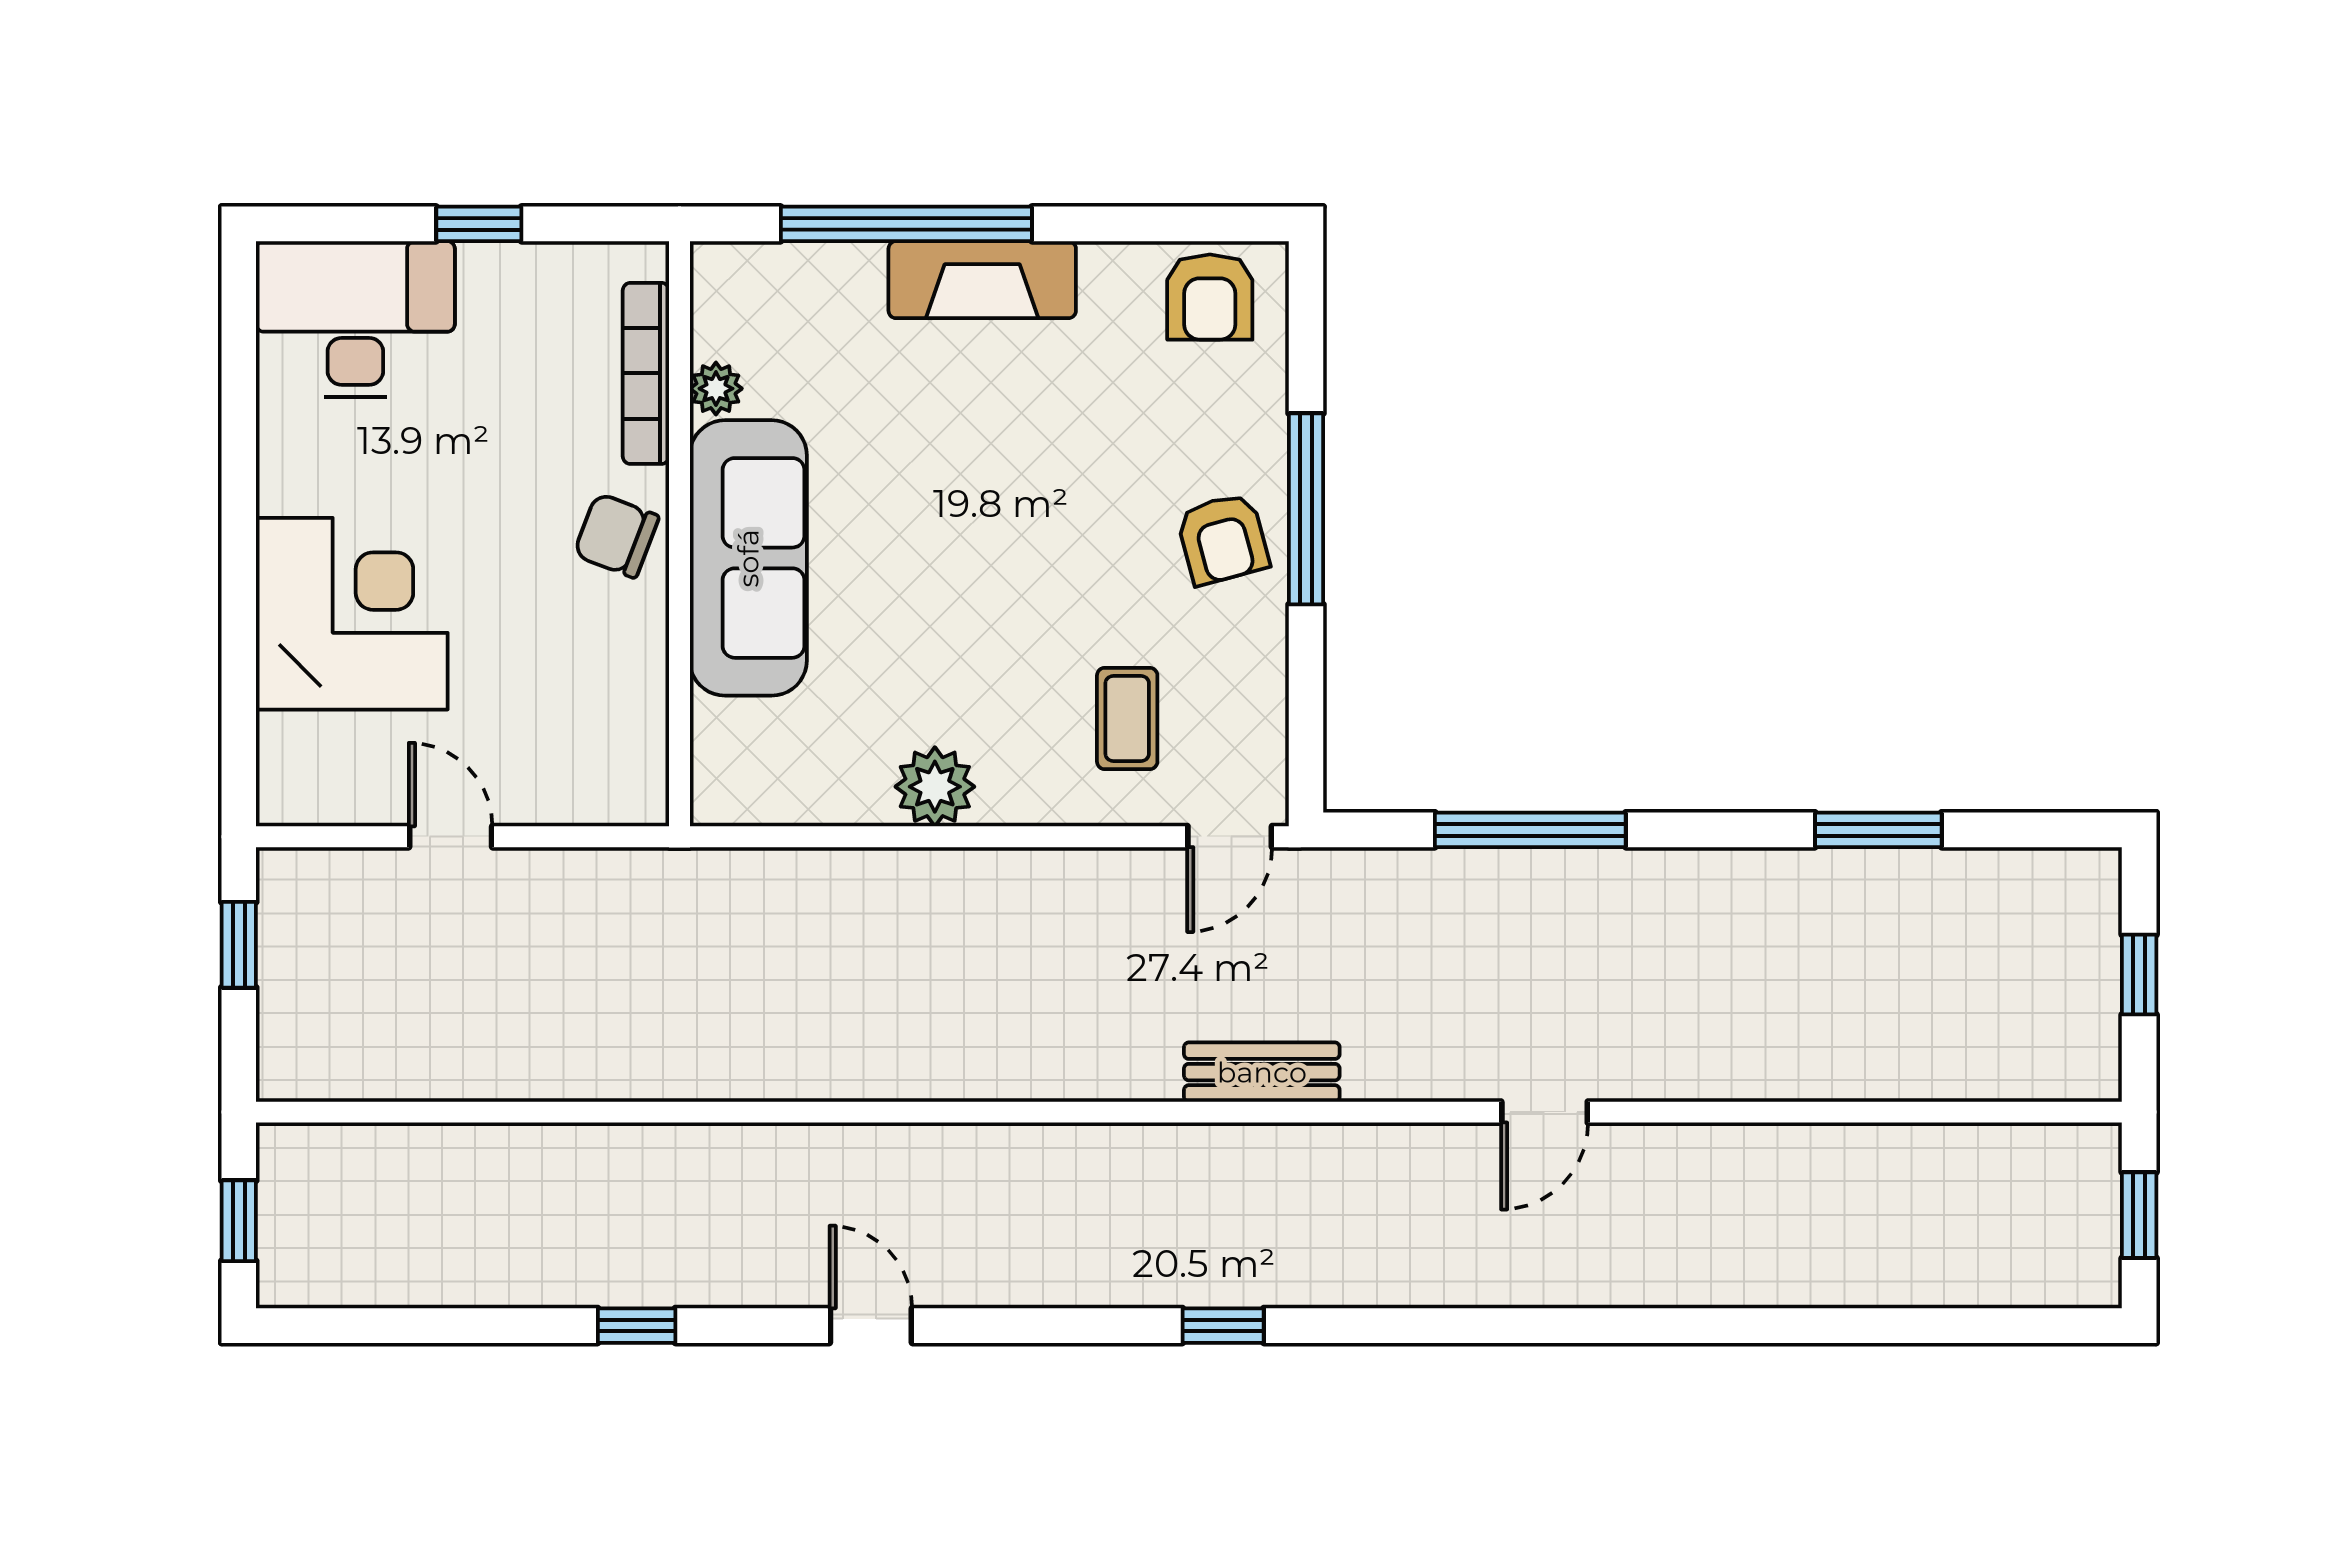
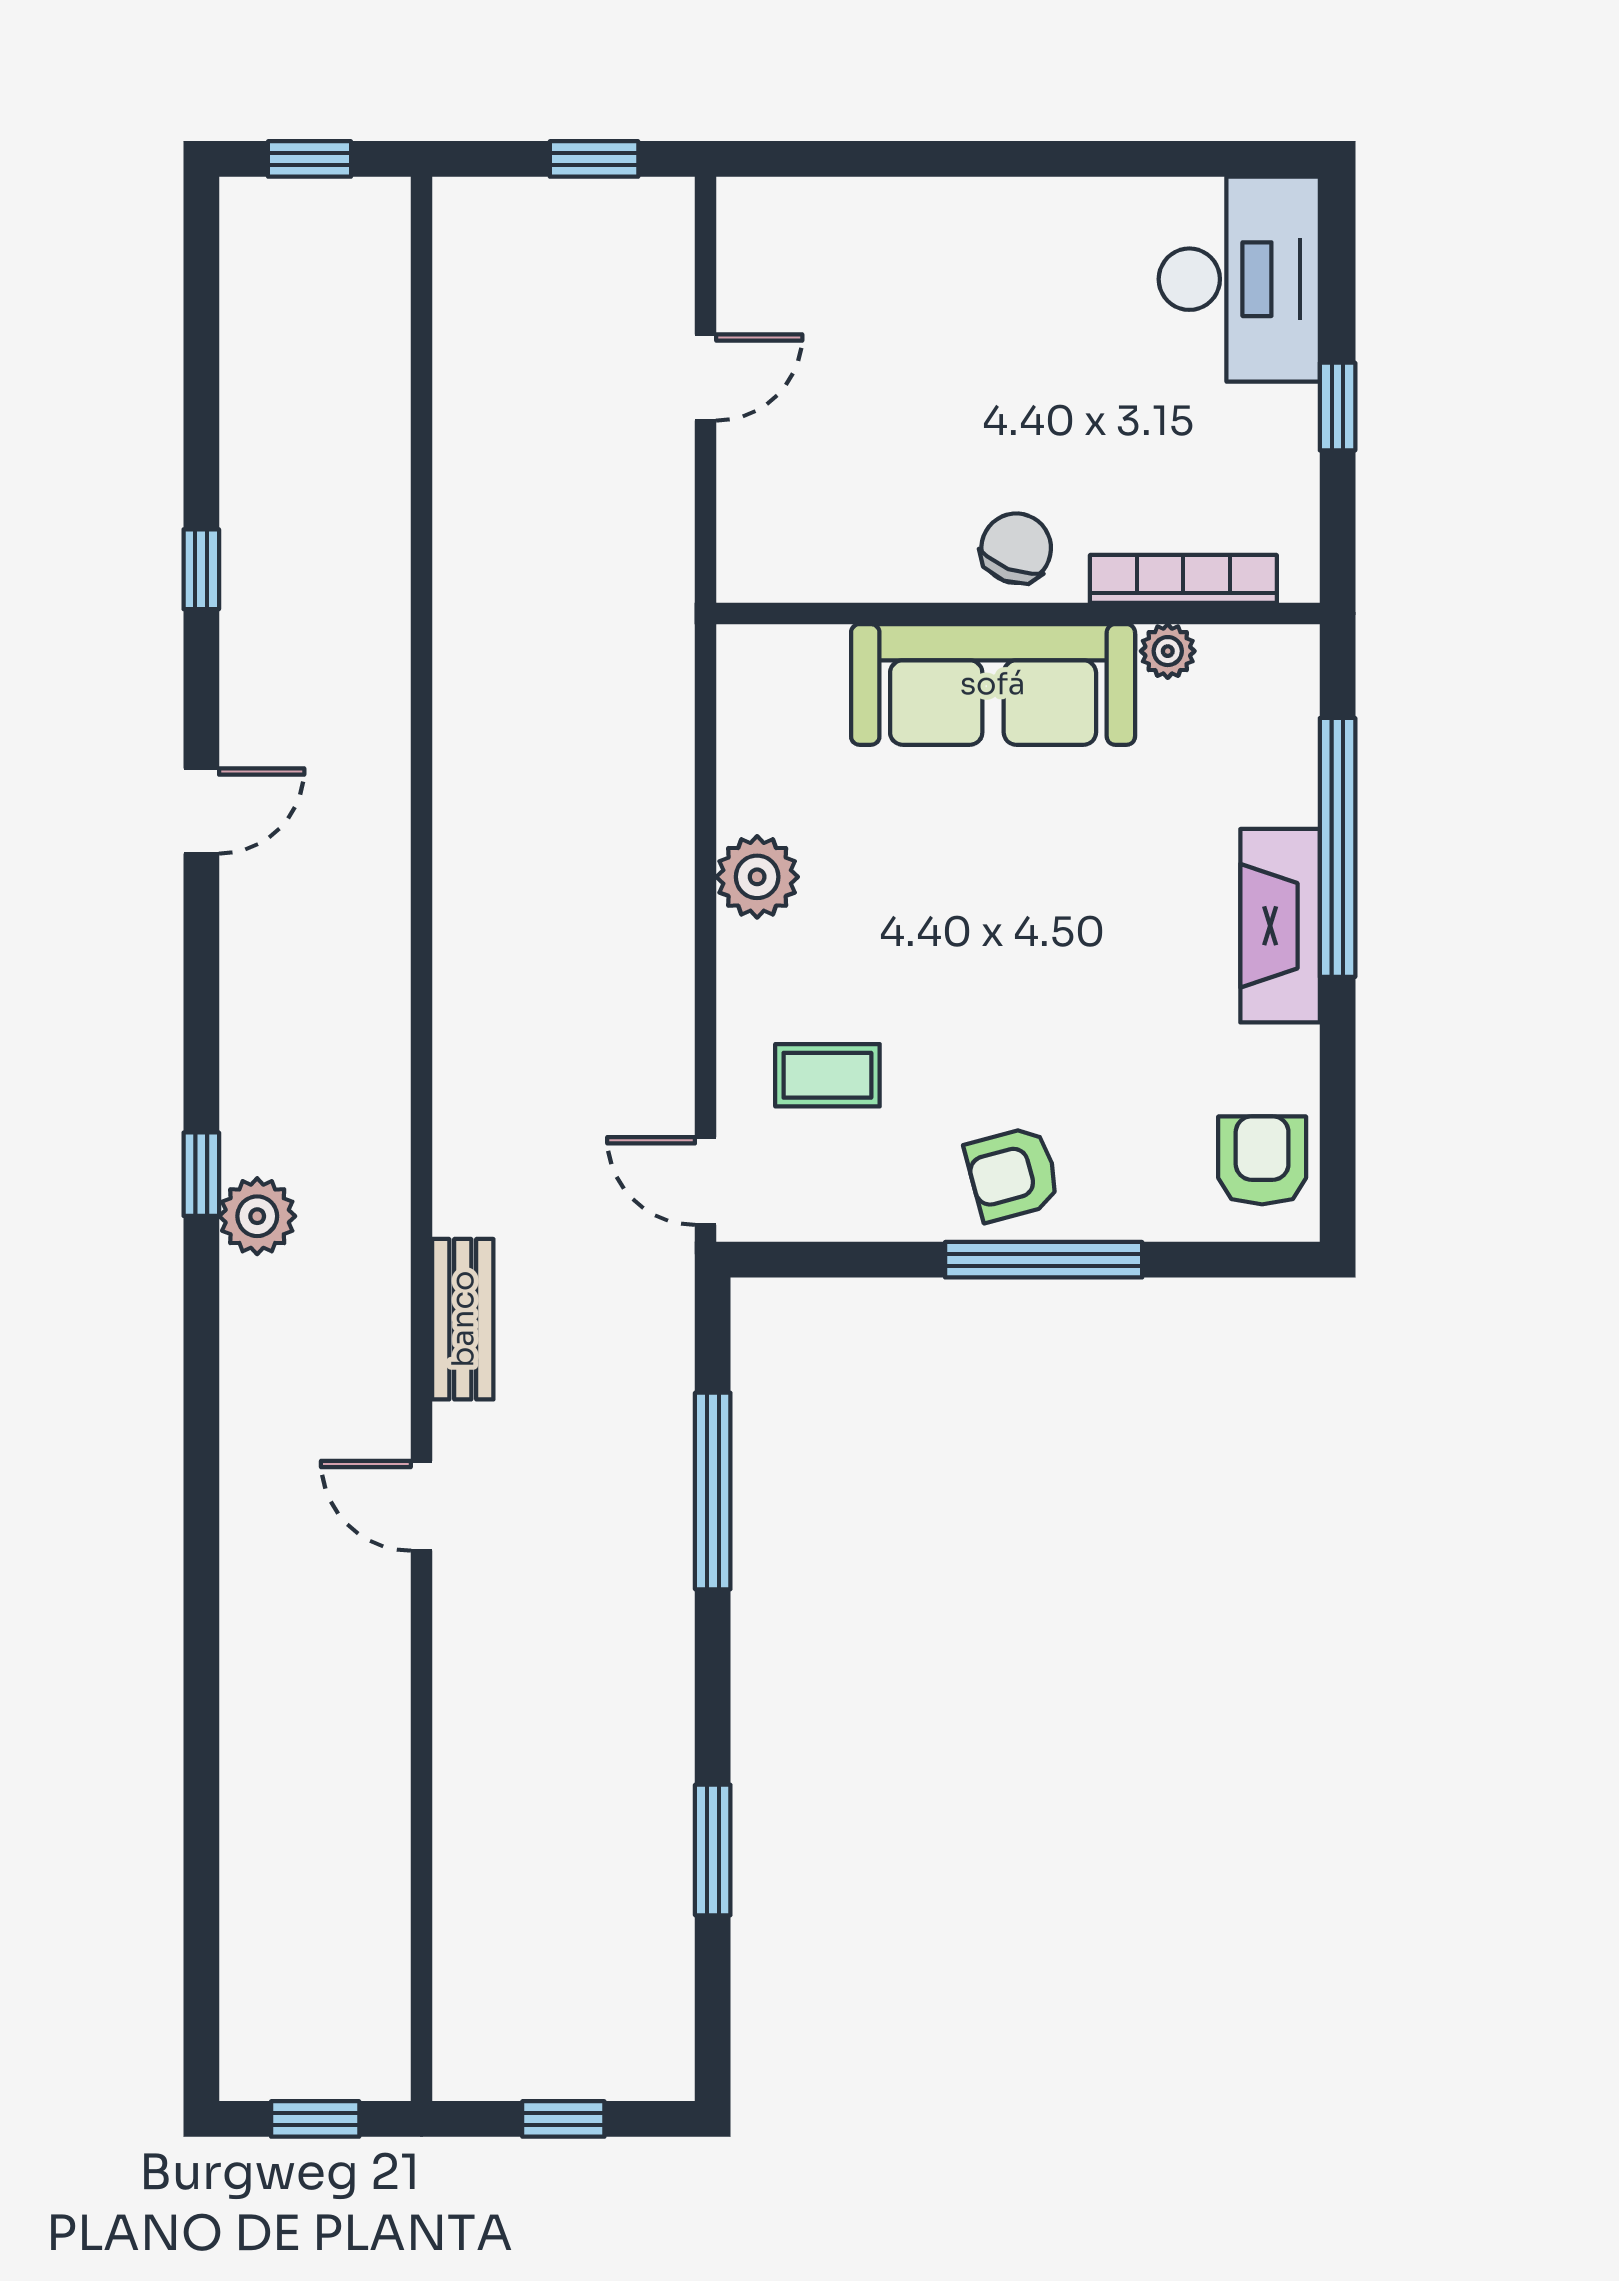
armchair: (1210, 297) -> (1262, 1160), turned 90
corner desk: (352, 614) -> (936, 276), removed
bench: (1262, 1072) -> (463, 1319), moved
plant: (1264, 1271) -> (257, 1216), added

